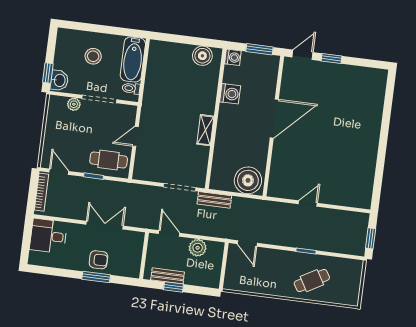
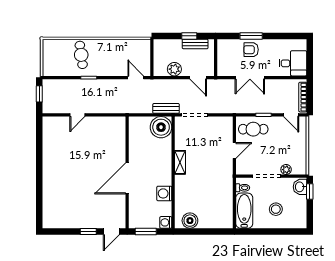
boiler: (248, 180) -> (161, 127), moved
door: (308, 204) -> (77, 115), moved
cafe table: (312, 281) -> (81, 55), turned -68

